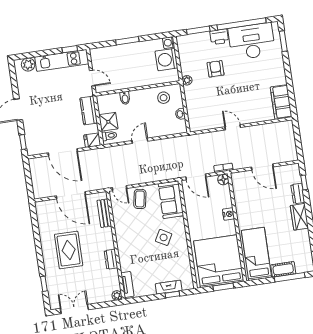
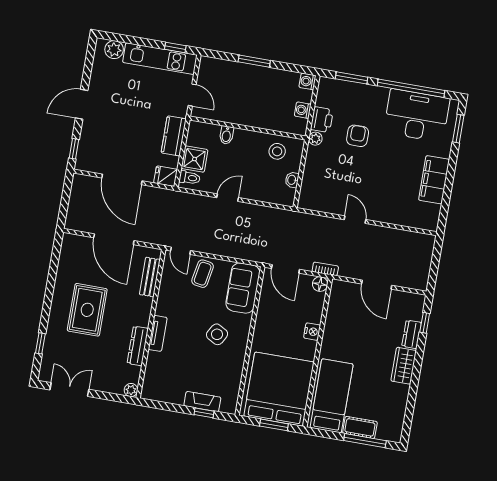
printer: (219, 37) -> (322, 120), moved, turned -90
washing machine: (166, 60) -> (303, 110), width x0.53, depth x0.53
filing cabinet: (281, 102) -> (434, 180), moved
dresser: (111, 259) -> (138, 346), width x1.44
tv unit: (127, 285) -> (158, 333), moved

